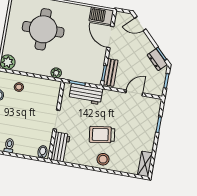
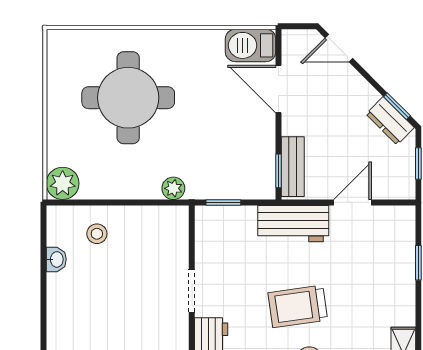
workbench: (86, 94) -> (293, 224), moved

